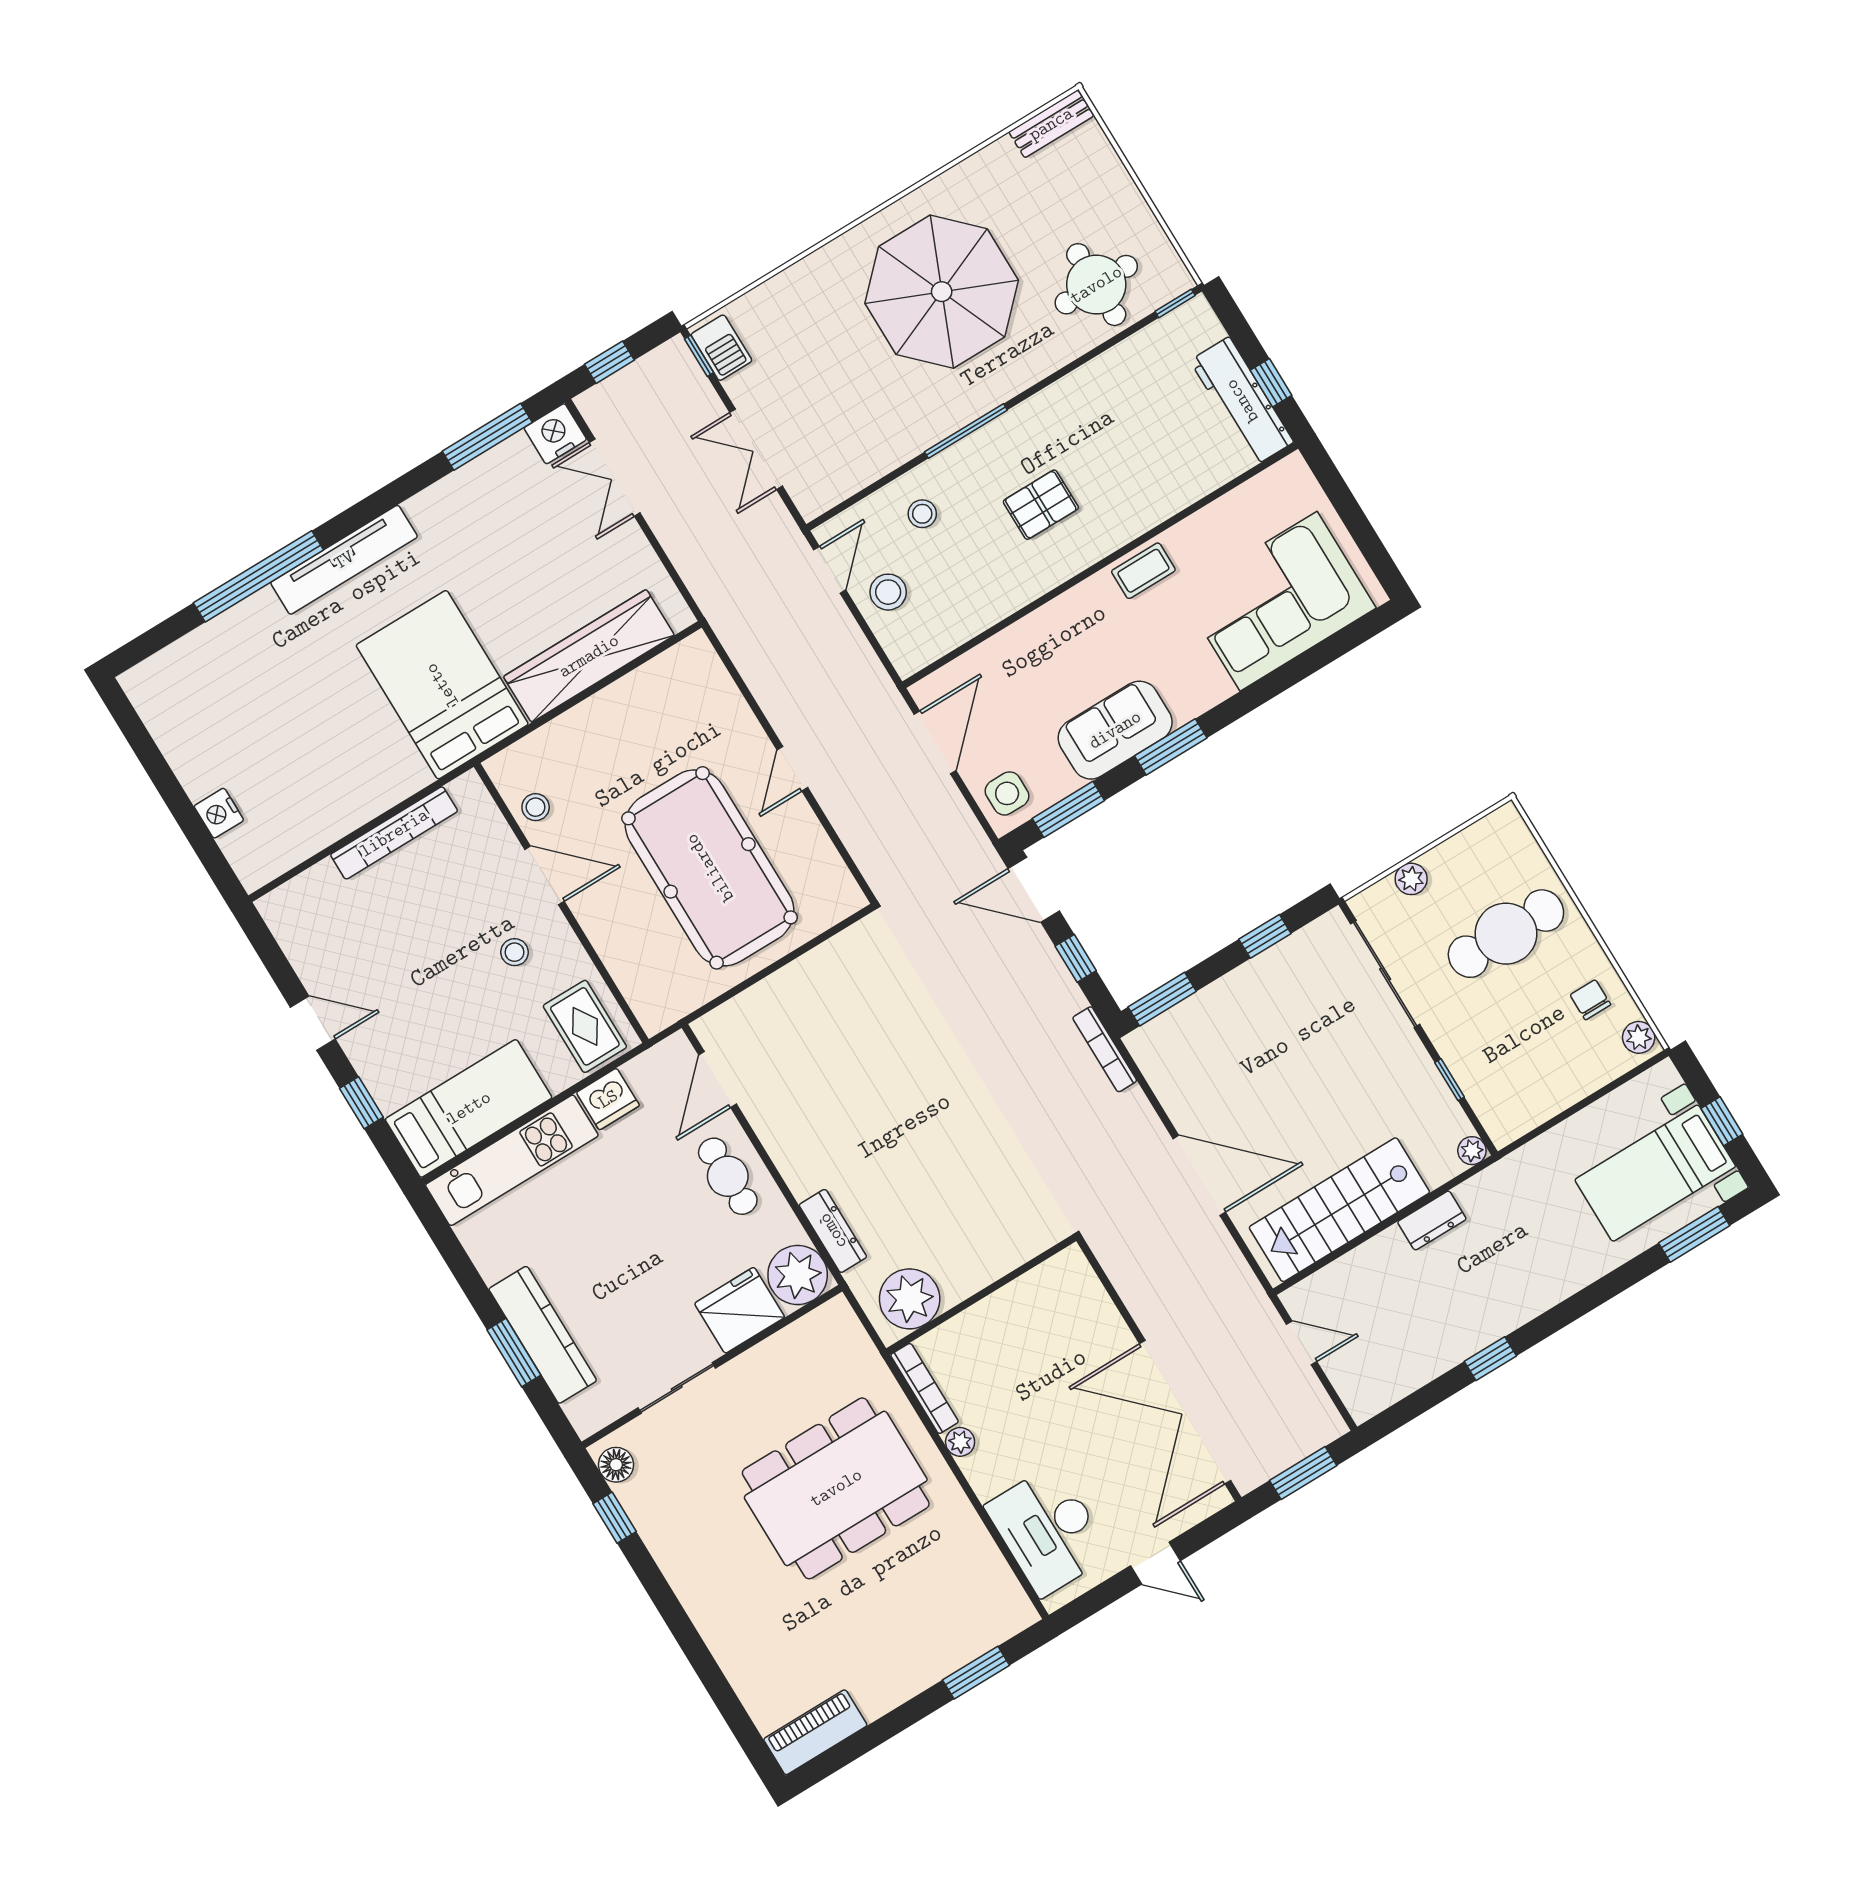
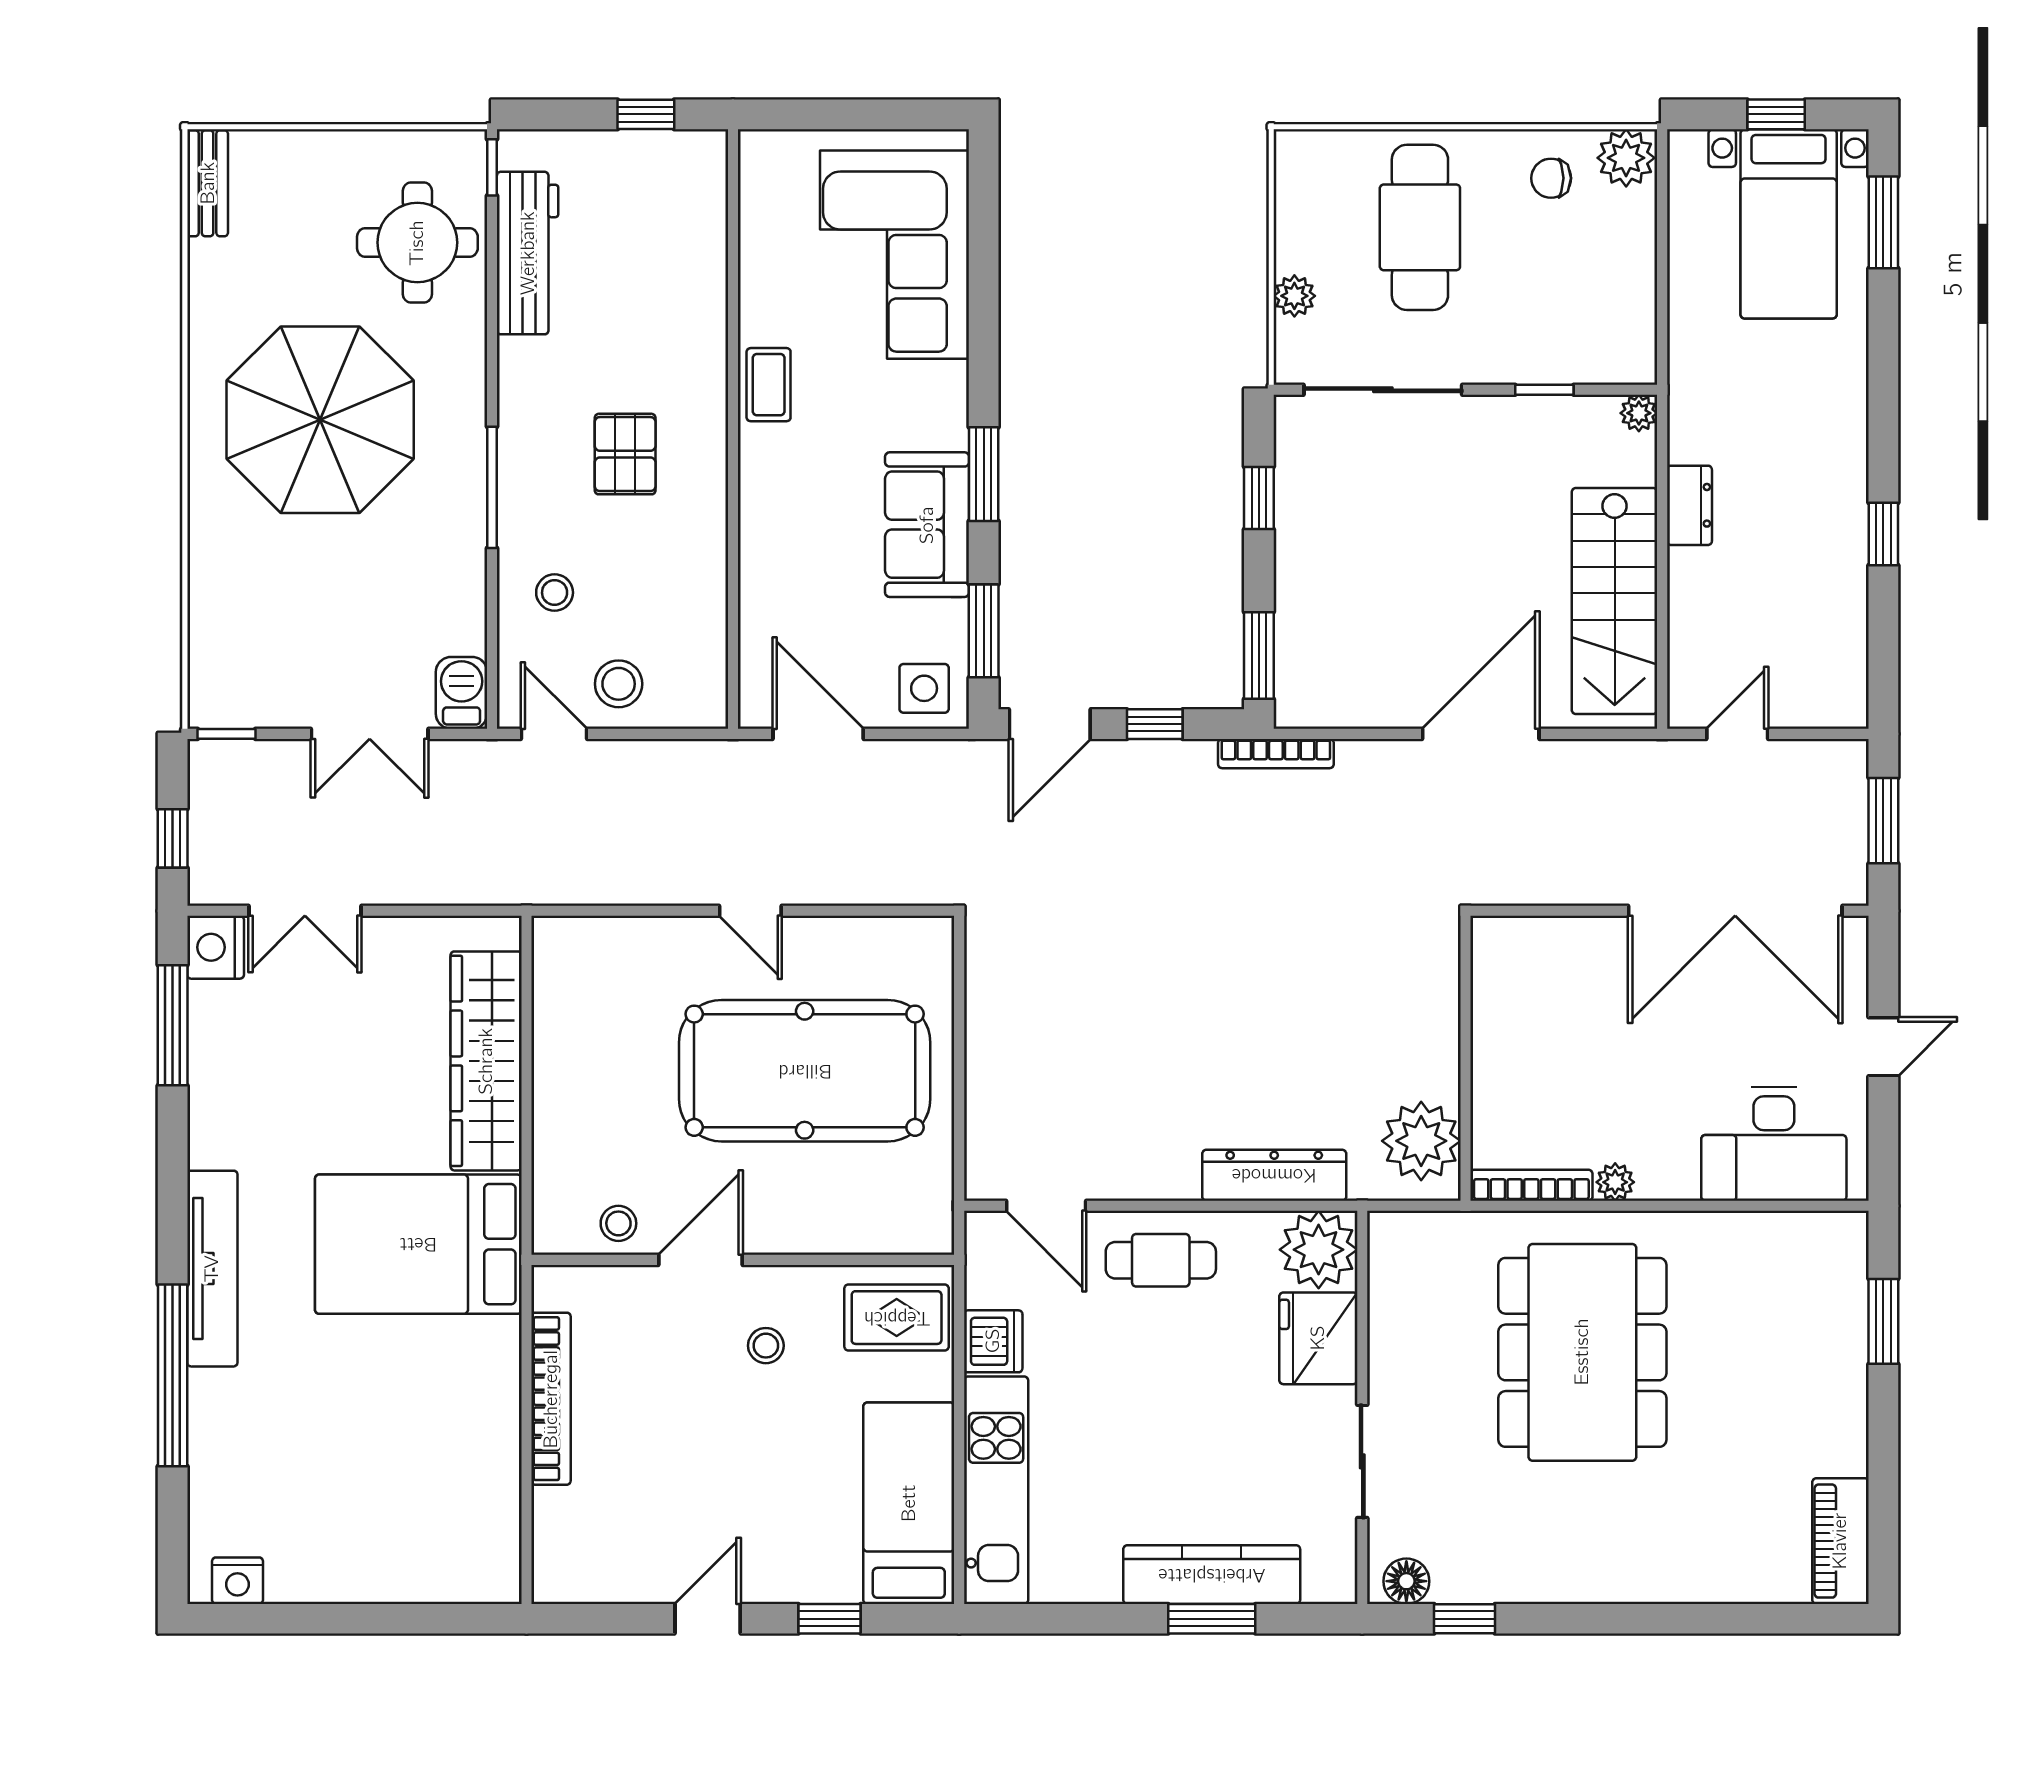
barbecue: (721, 348) -> (462, 693), moved, turned -90
workbench: (1242, 401) -> (528, 253), moved, turned -90
nightstand: (219, 813) -> (237, 1581), moved
plant: (1639, 1037) -> (1626, 158), width x1.38, depth x1.38
dresser: (833, 1231) -> (1274, 1175), width x1.37, depth x1.24

